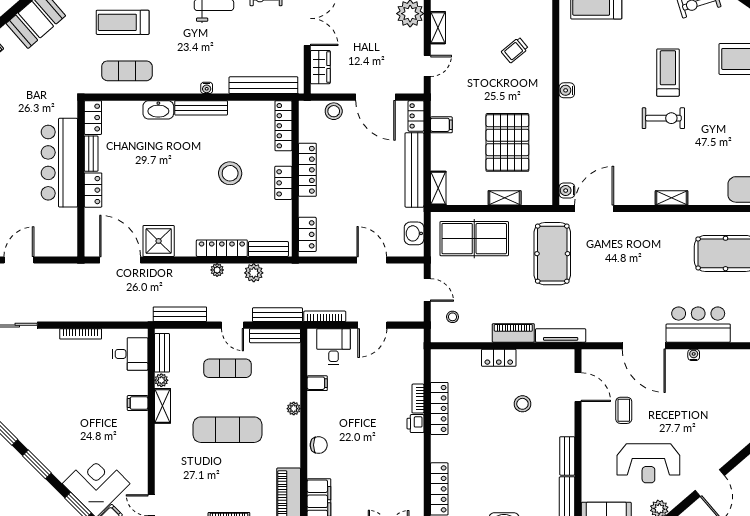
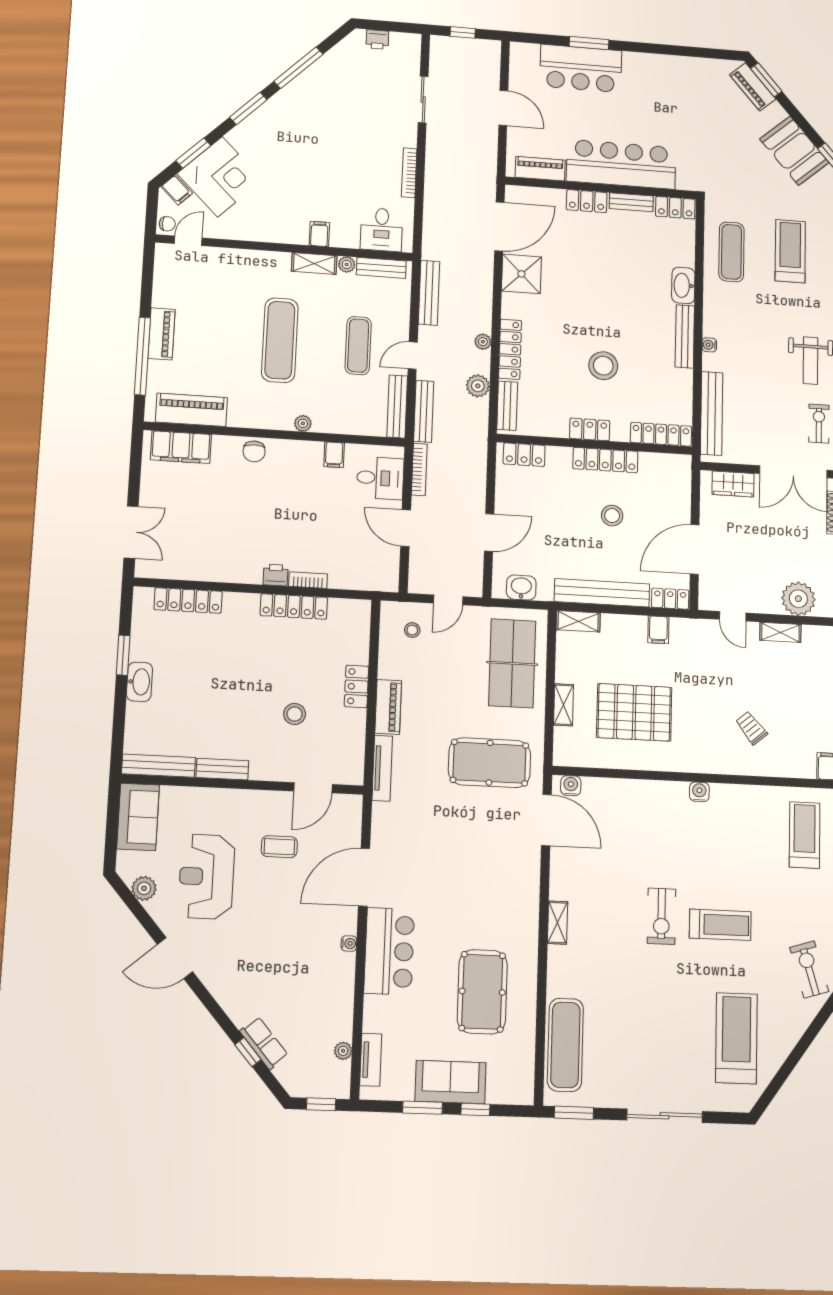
stool: (334, 111) -> (612, 516), moved
piano: (69, 229) -> (540, 169), added

